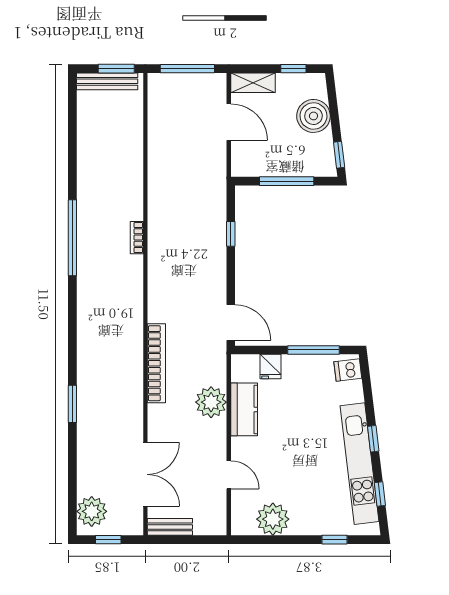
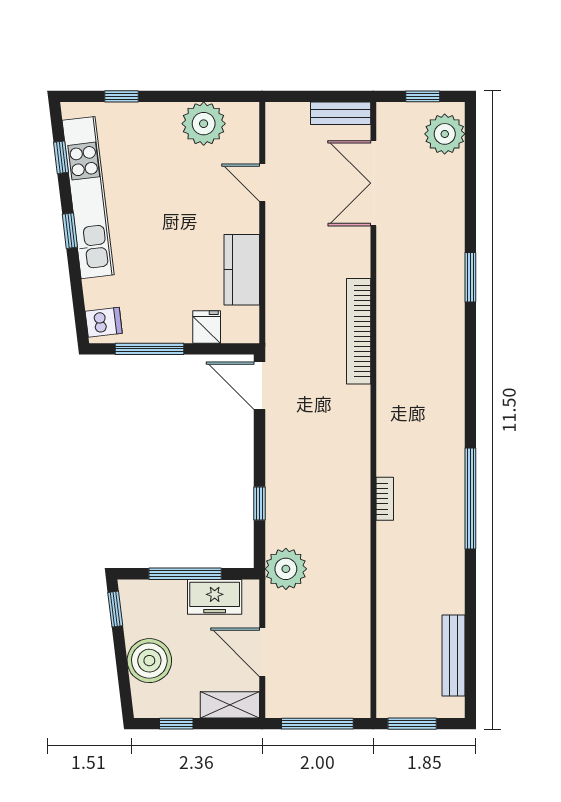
bench: (107, 81) -> (453, 655), moved, turned 90
freezer: (265, 164) -> (215, 597), added
plant: (211, 402) -> (286, 569), moved

